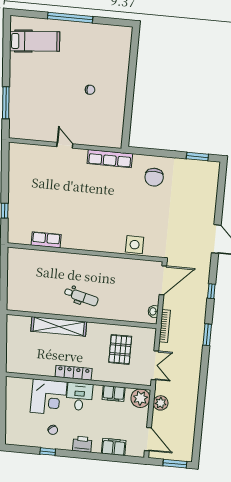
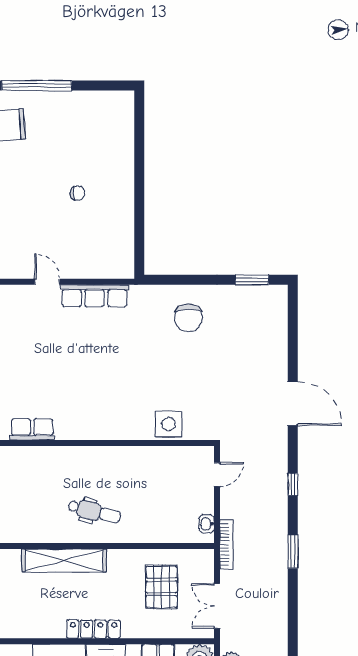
row of seats: (110, 159) -> (94, 296), moved
door: (163, 280) -> (217, 475), width x0.53
double door: (155, 365) -> (217, 606), swing flipped

